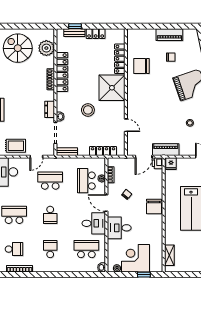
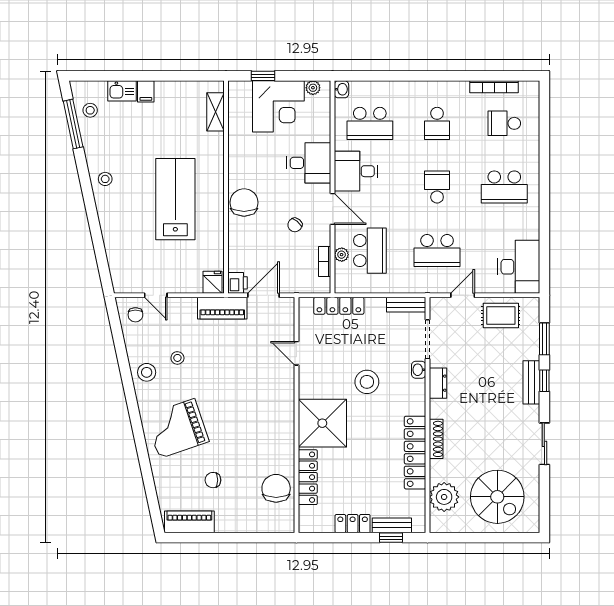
piano: (169, 35) -> (189, 522), moved
chair: (141, 66) -> (276, 488), moved, turned -90

